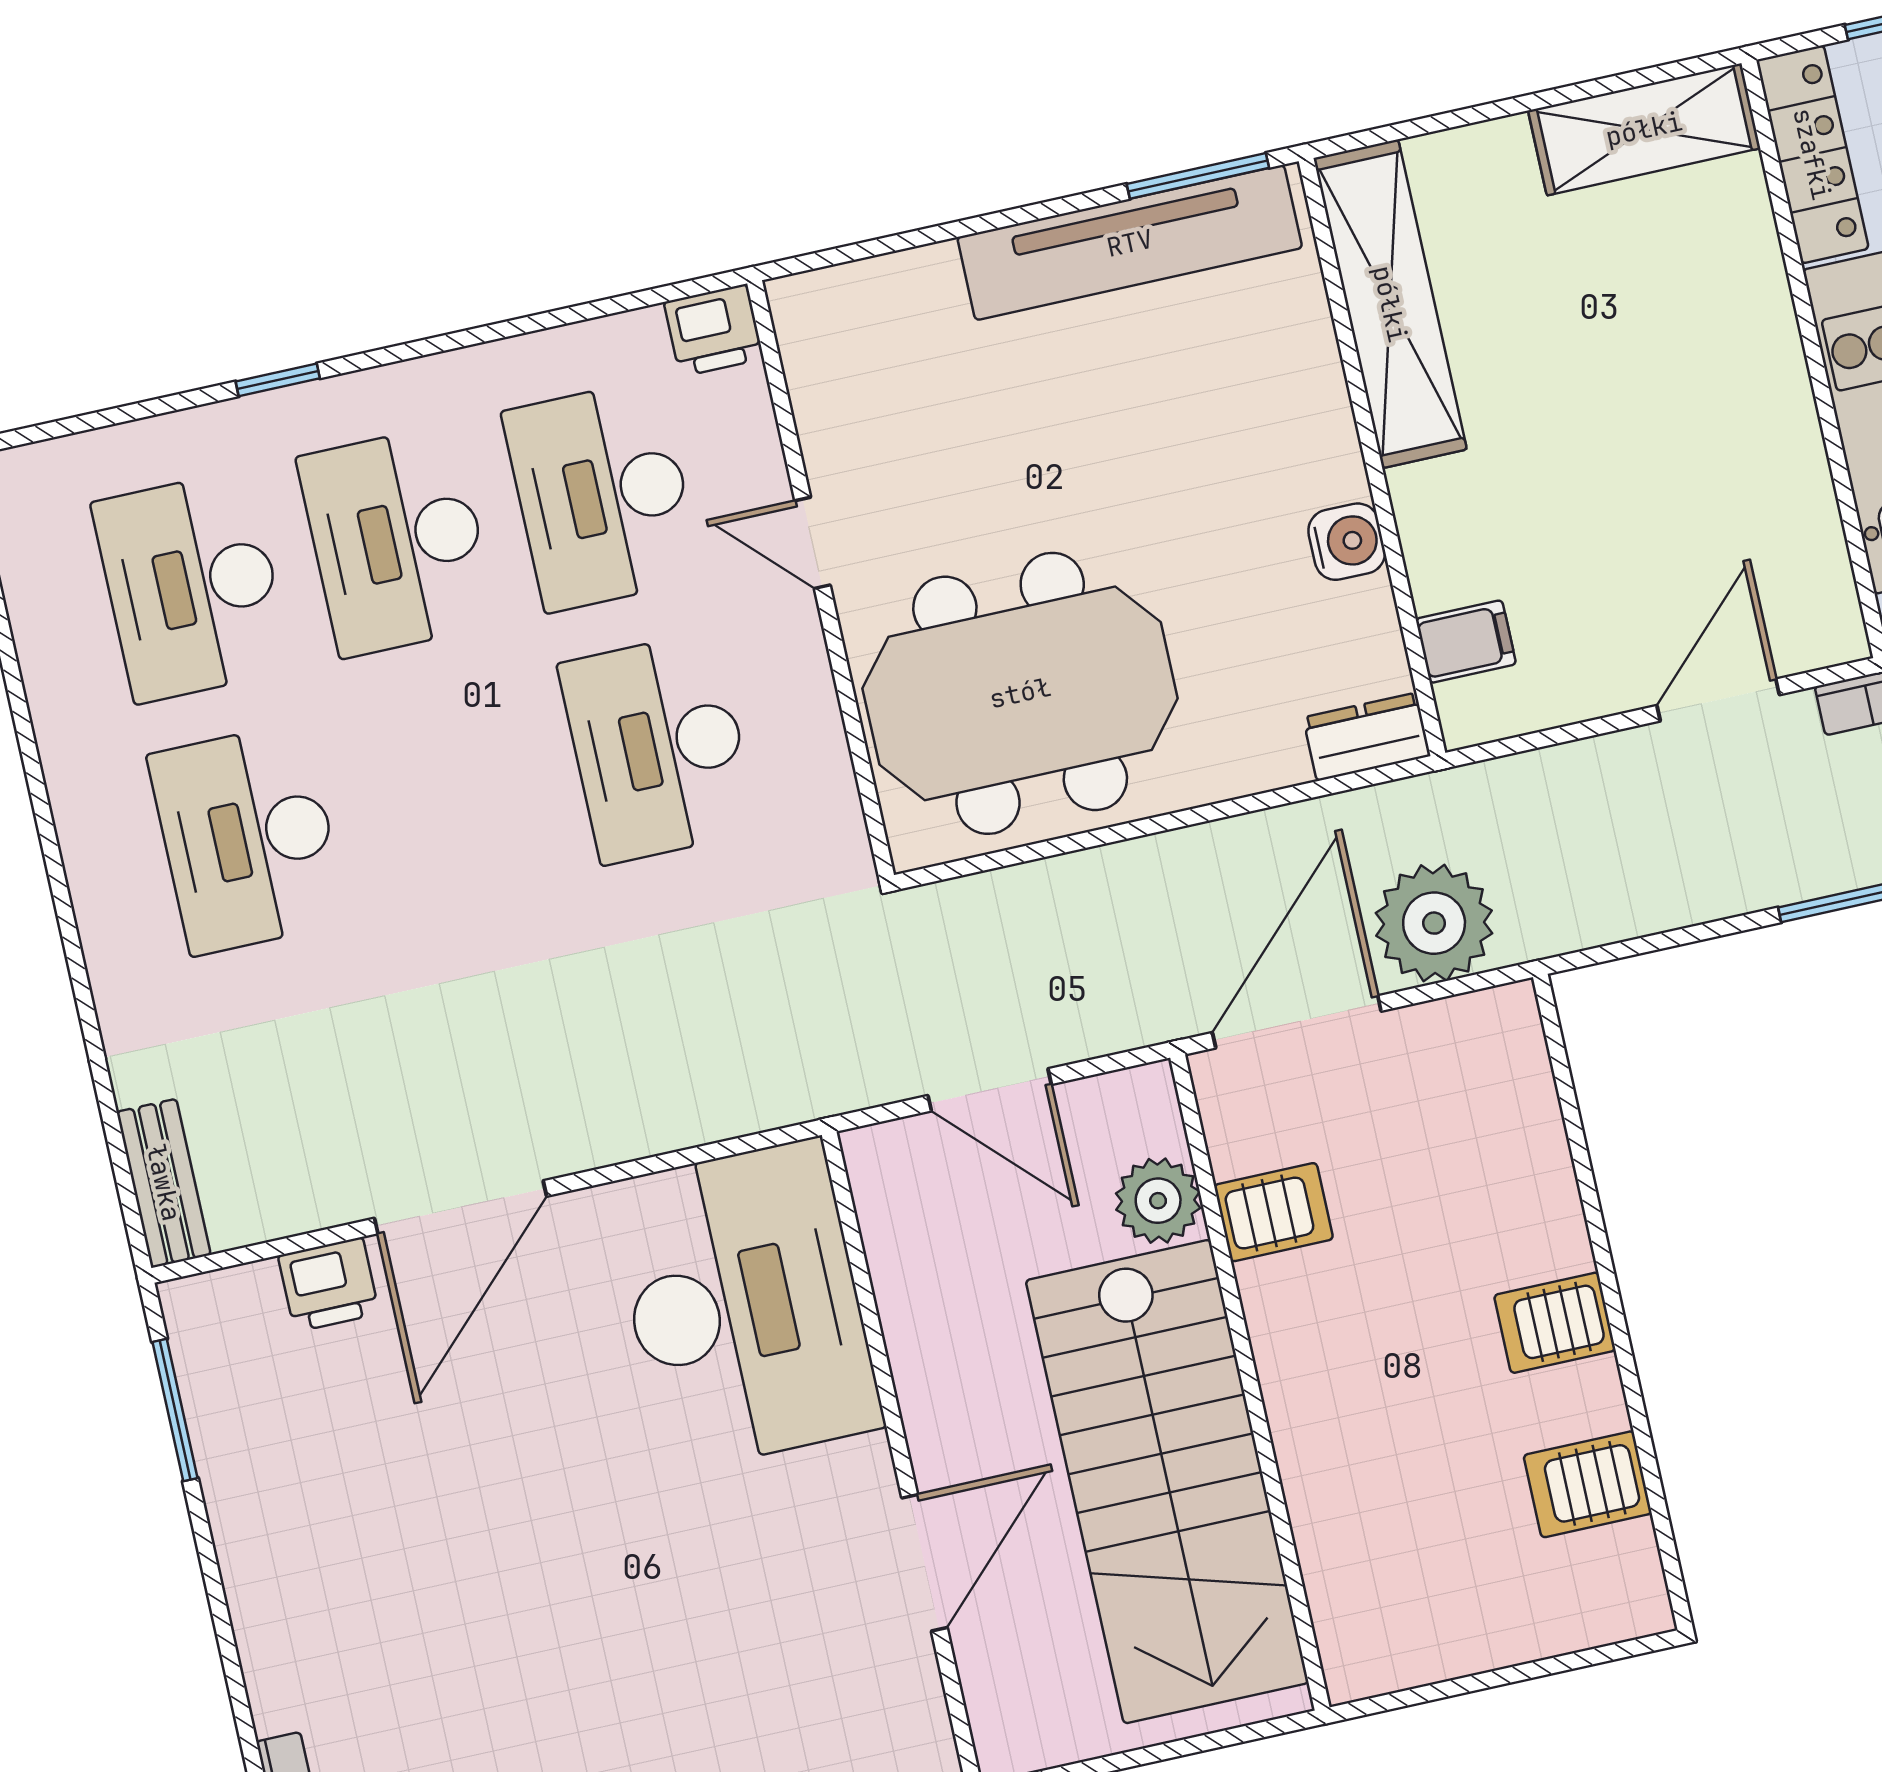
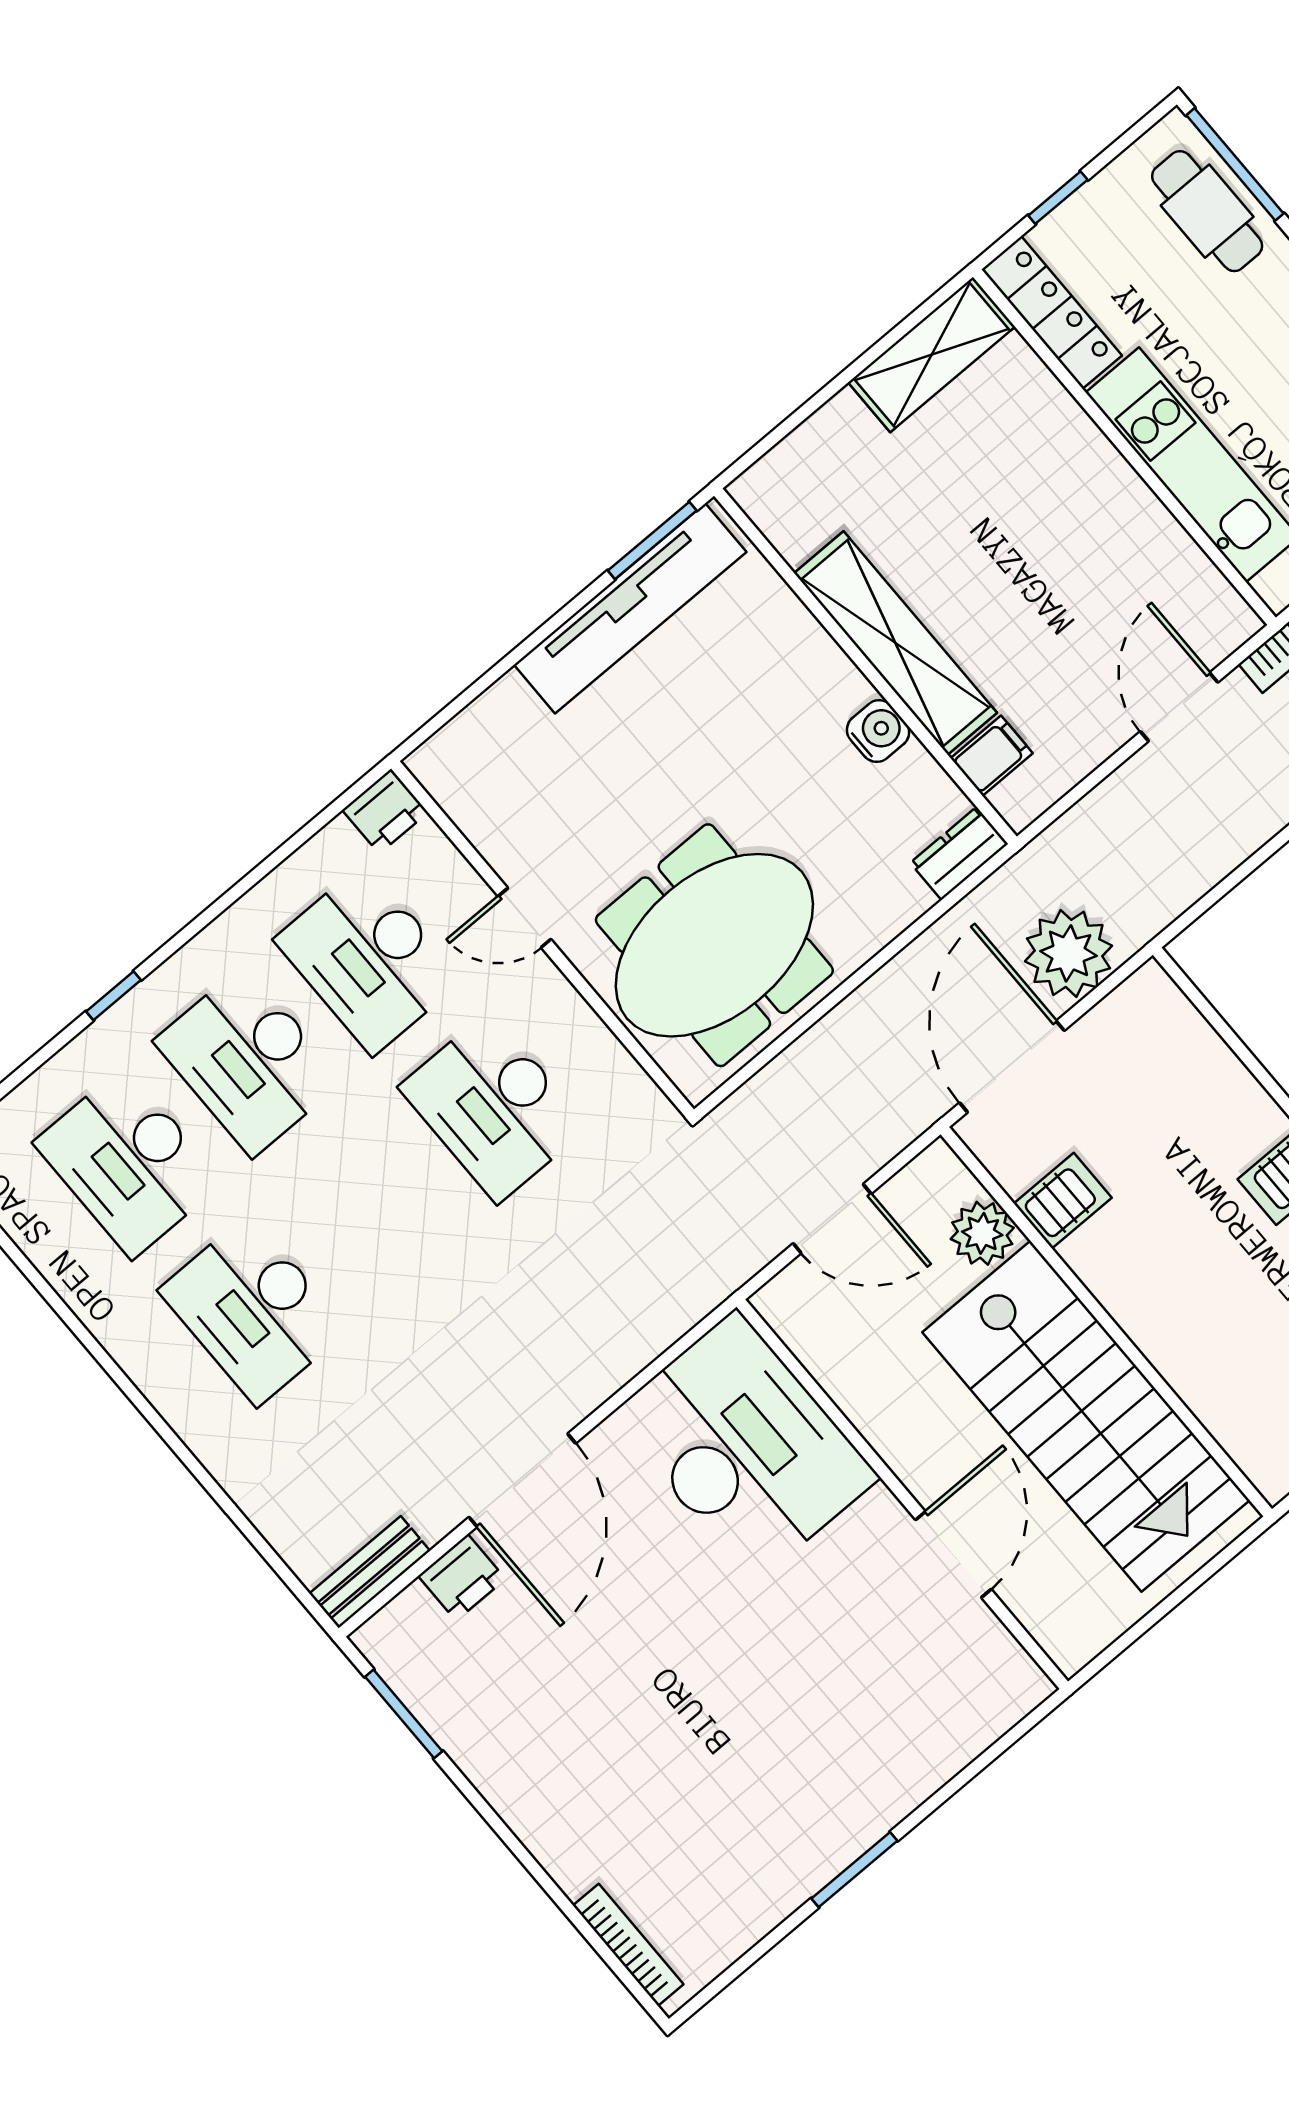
shelving: (1390, 304) -> (895, 643), moved
bench: (164, 1183) -> (370, 1572), moved, turned 90

